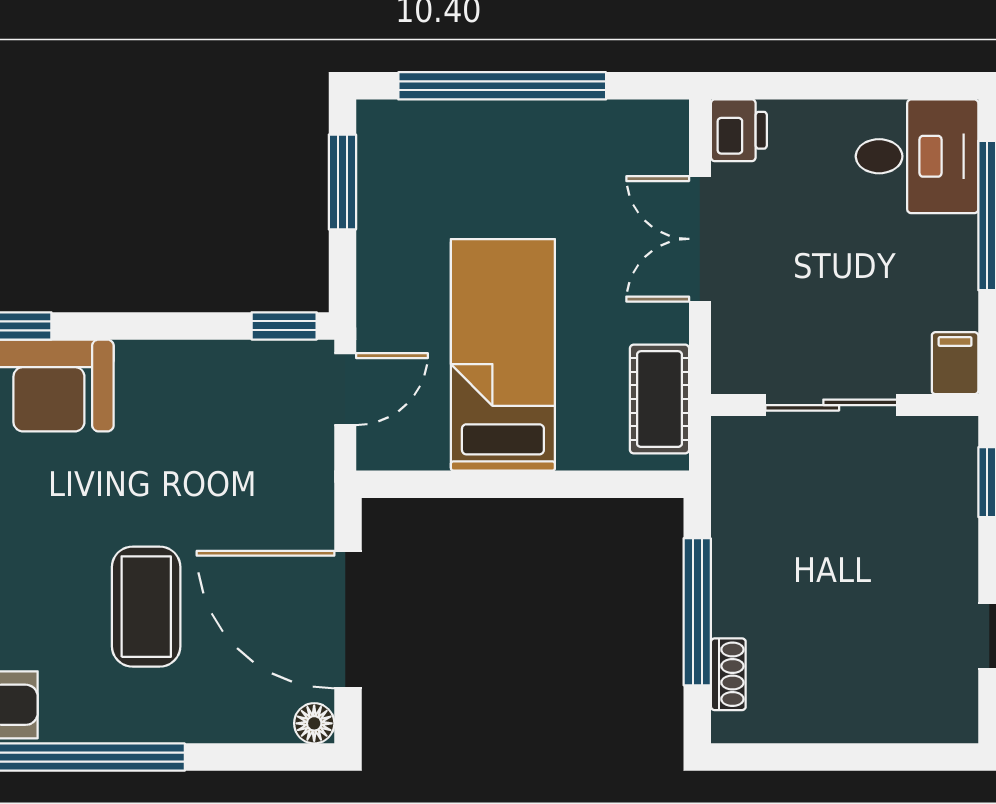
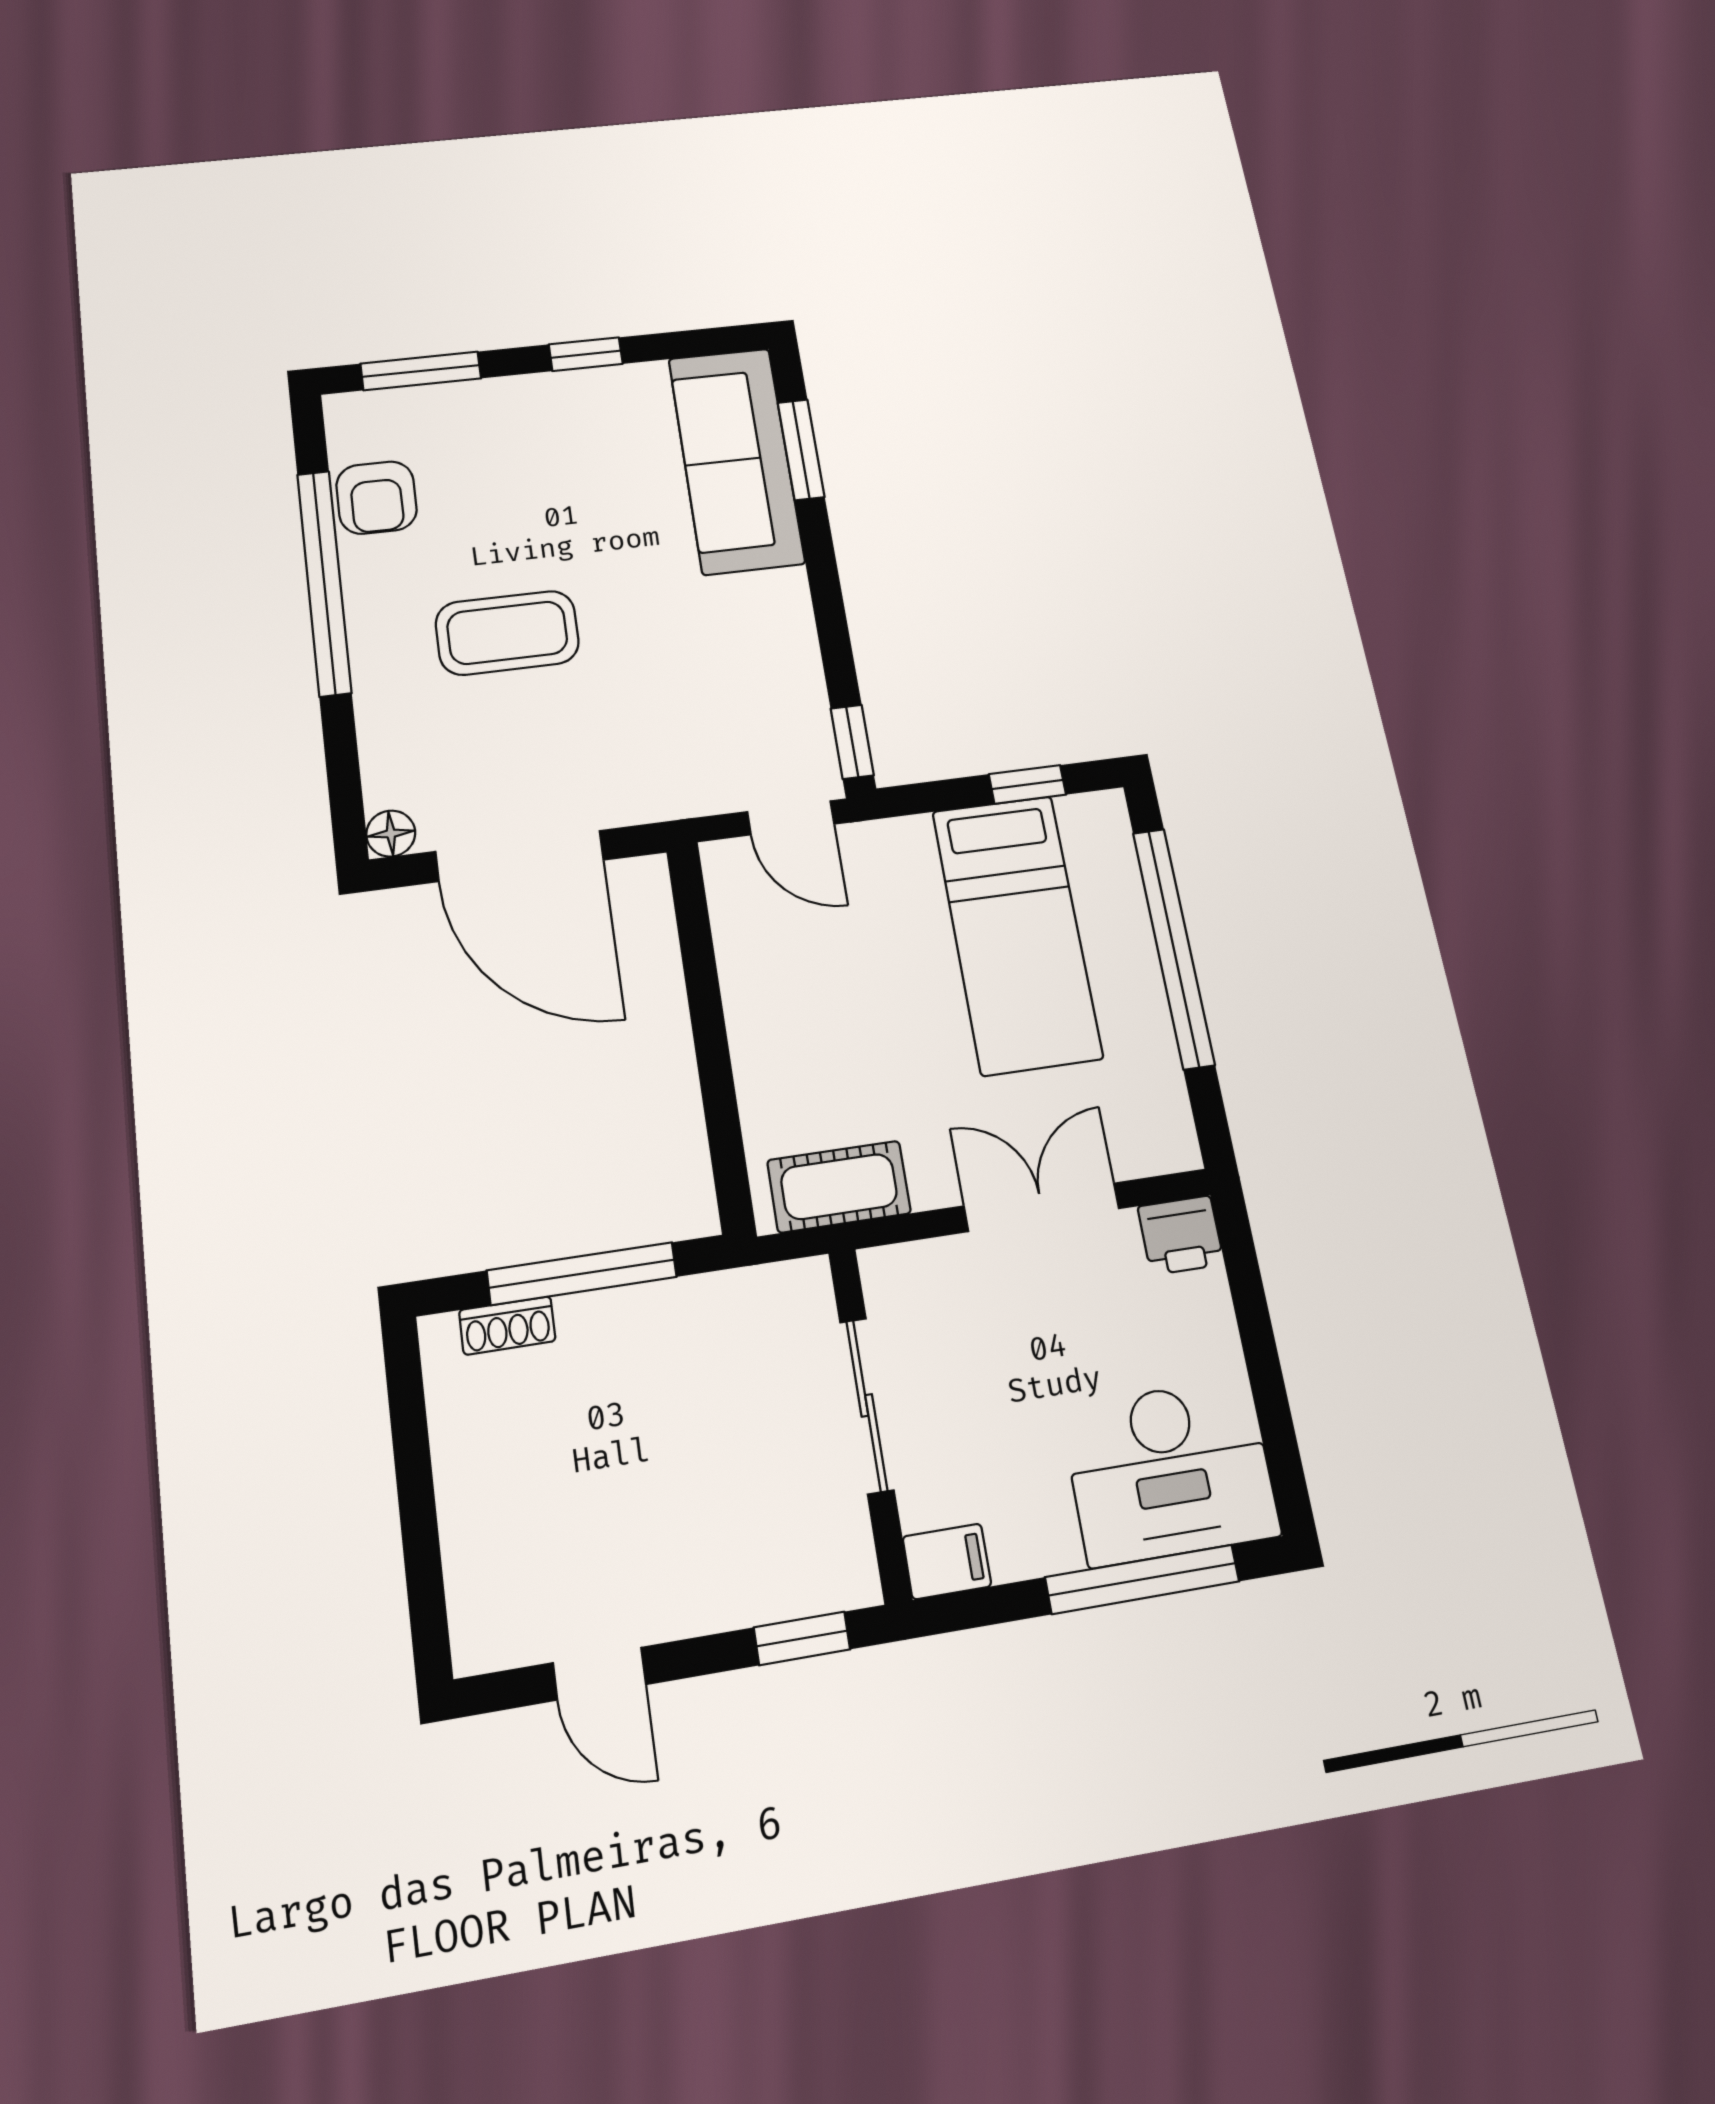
desk: (917, 156) -> (1170, 1471), width x1.37
window: (342, 182) -> (1027, 784), width x0.67
bed: (503, 355) -> (1017, 934), moved, turned 90
door: (348, 620) -> (520, 856), swing flipped

